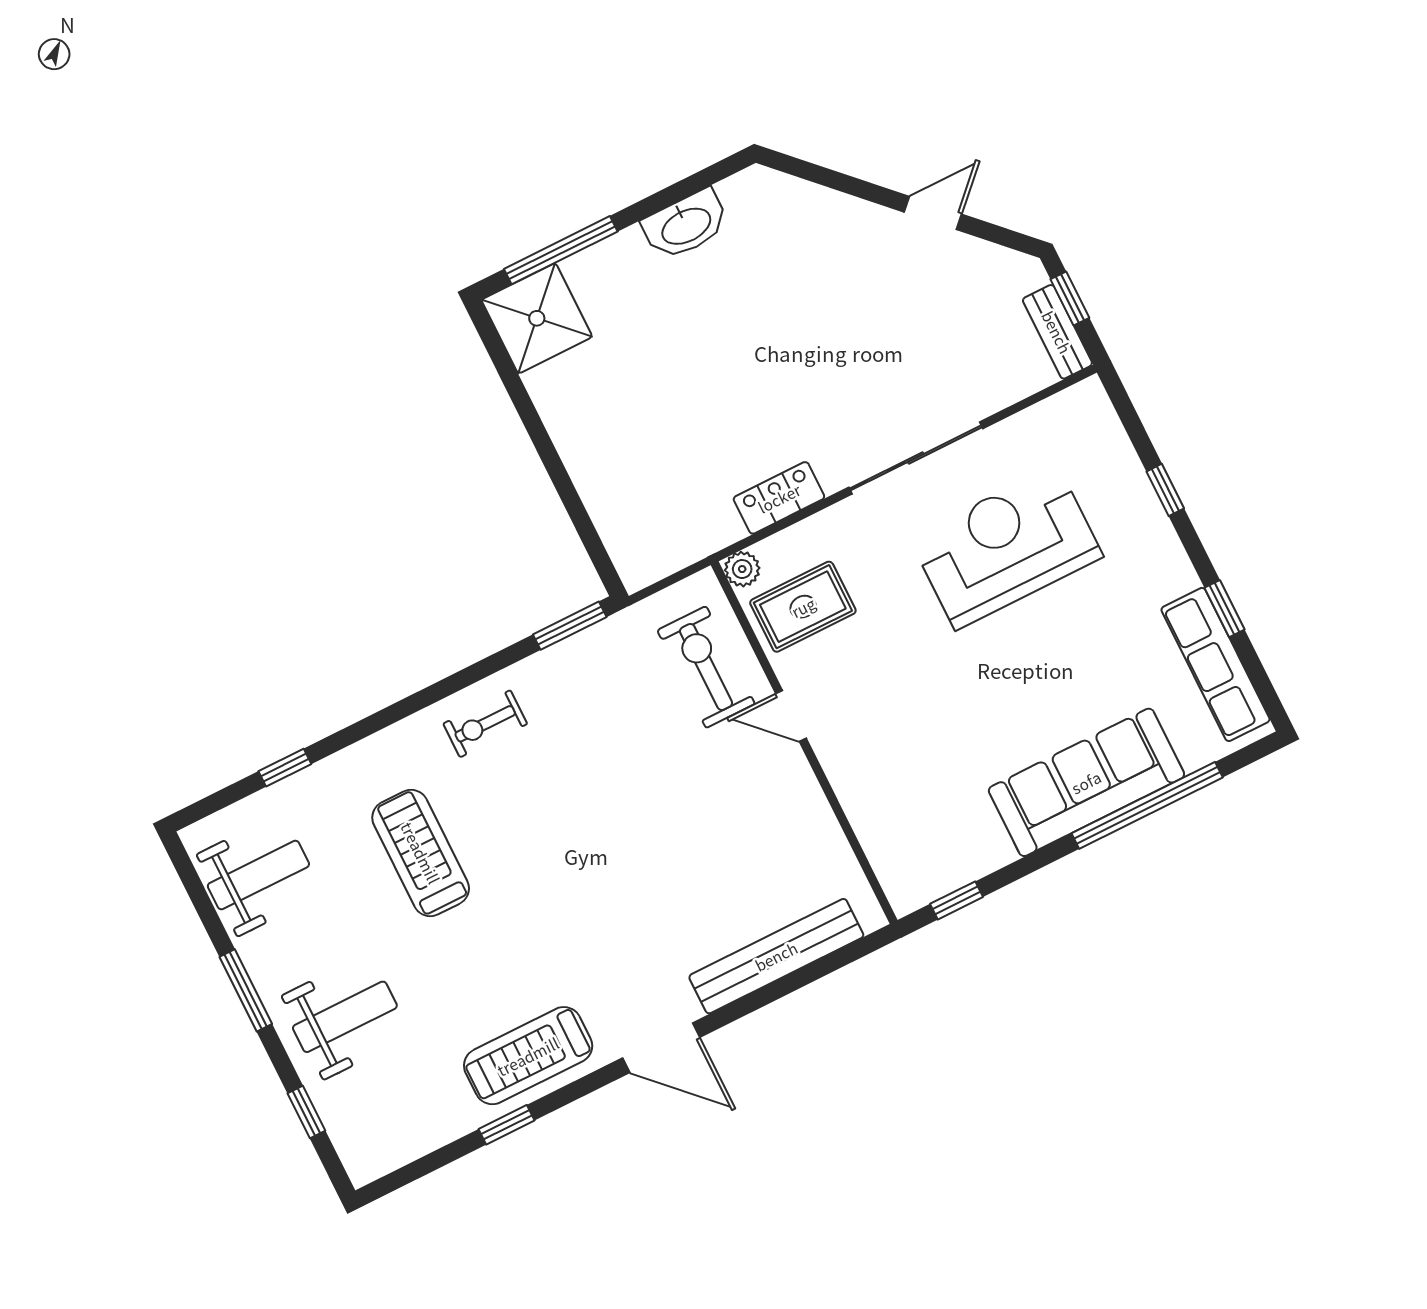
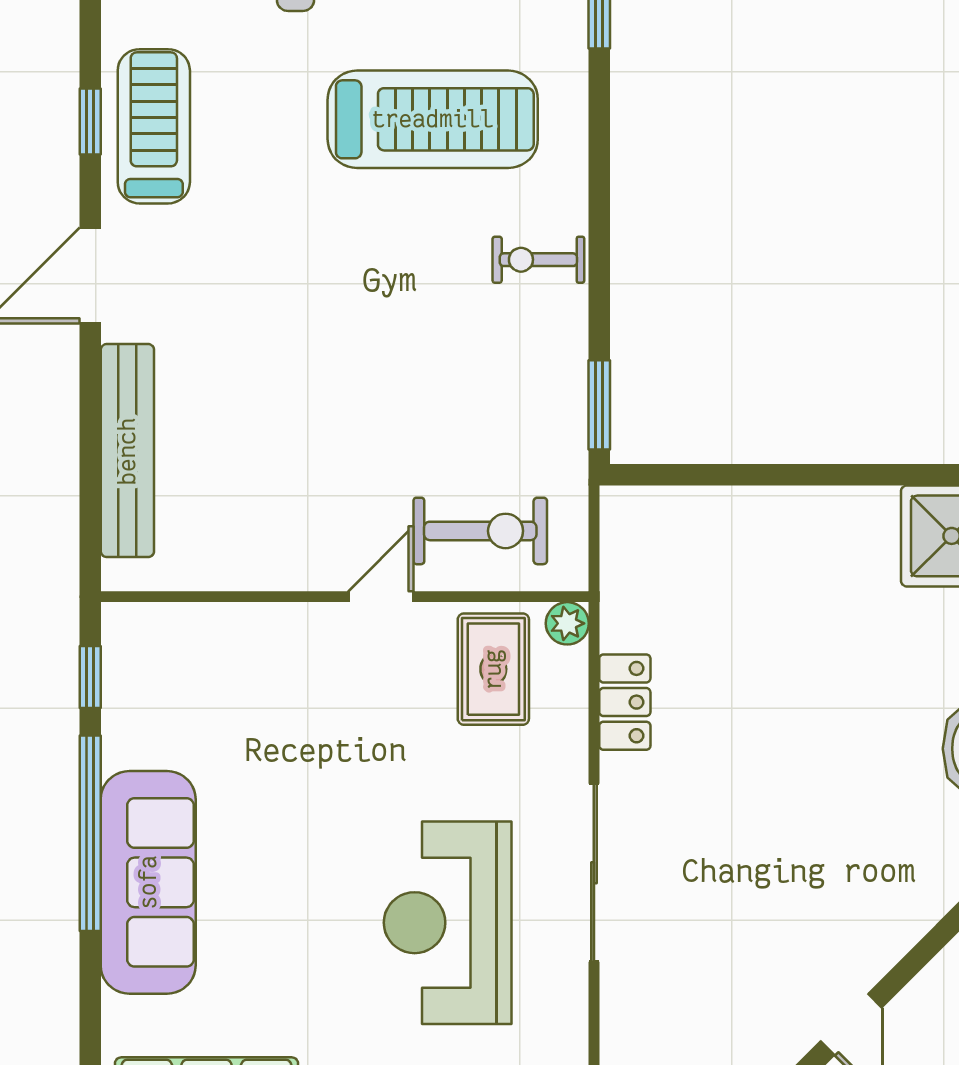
reception desk: (1006, 547) -> (448, 923), turned 180
exercise bike: (485, 724) -> (538, 260), turned -90
window: (1147, 805) -> (90, 833), moved
treadmill: (421, 853) -> (433, 119), width x1.37, depth x1.38
window: (507, 1125) -> (90, 121), moved

